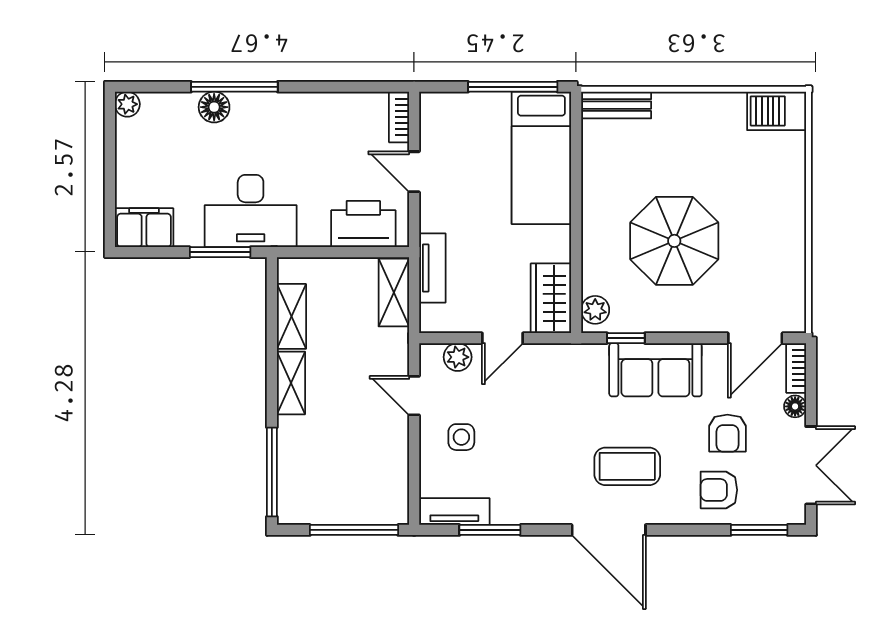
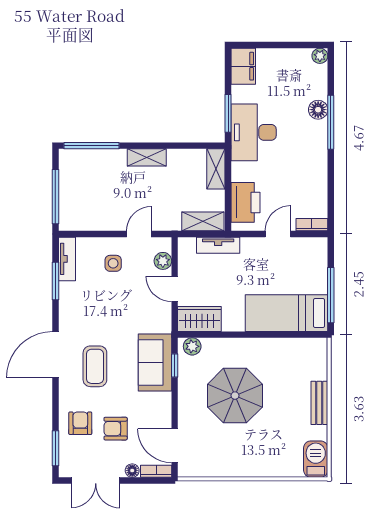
bench: (616, 105) -> (319, 403), moved
shelving: (291, 316) -> (216, 169), moved, turned 90
sofa: (655, 370) -> (155, 362), moved

